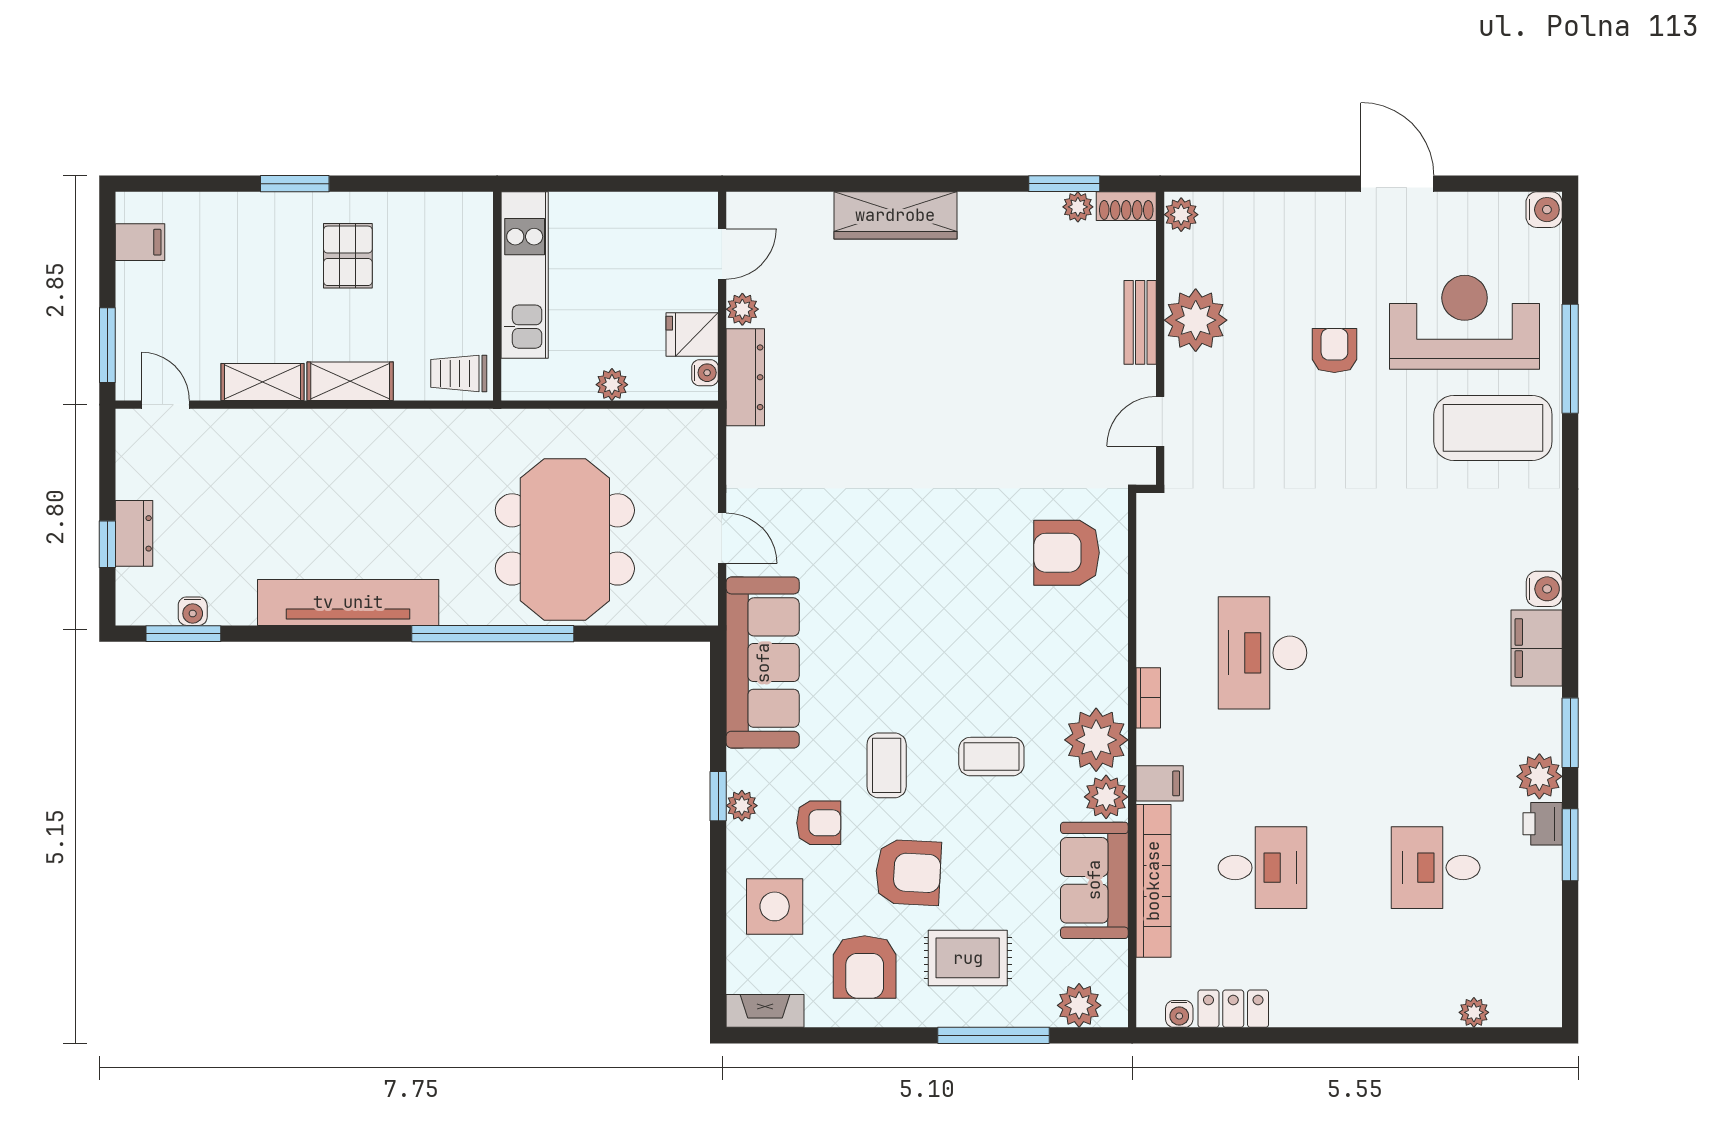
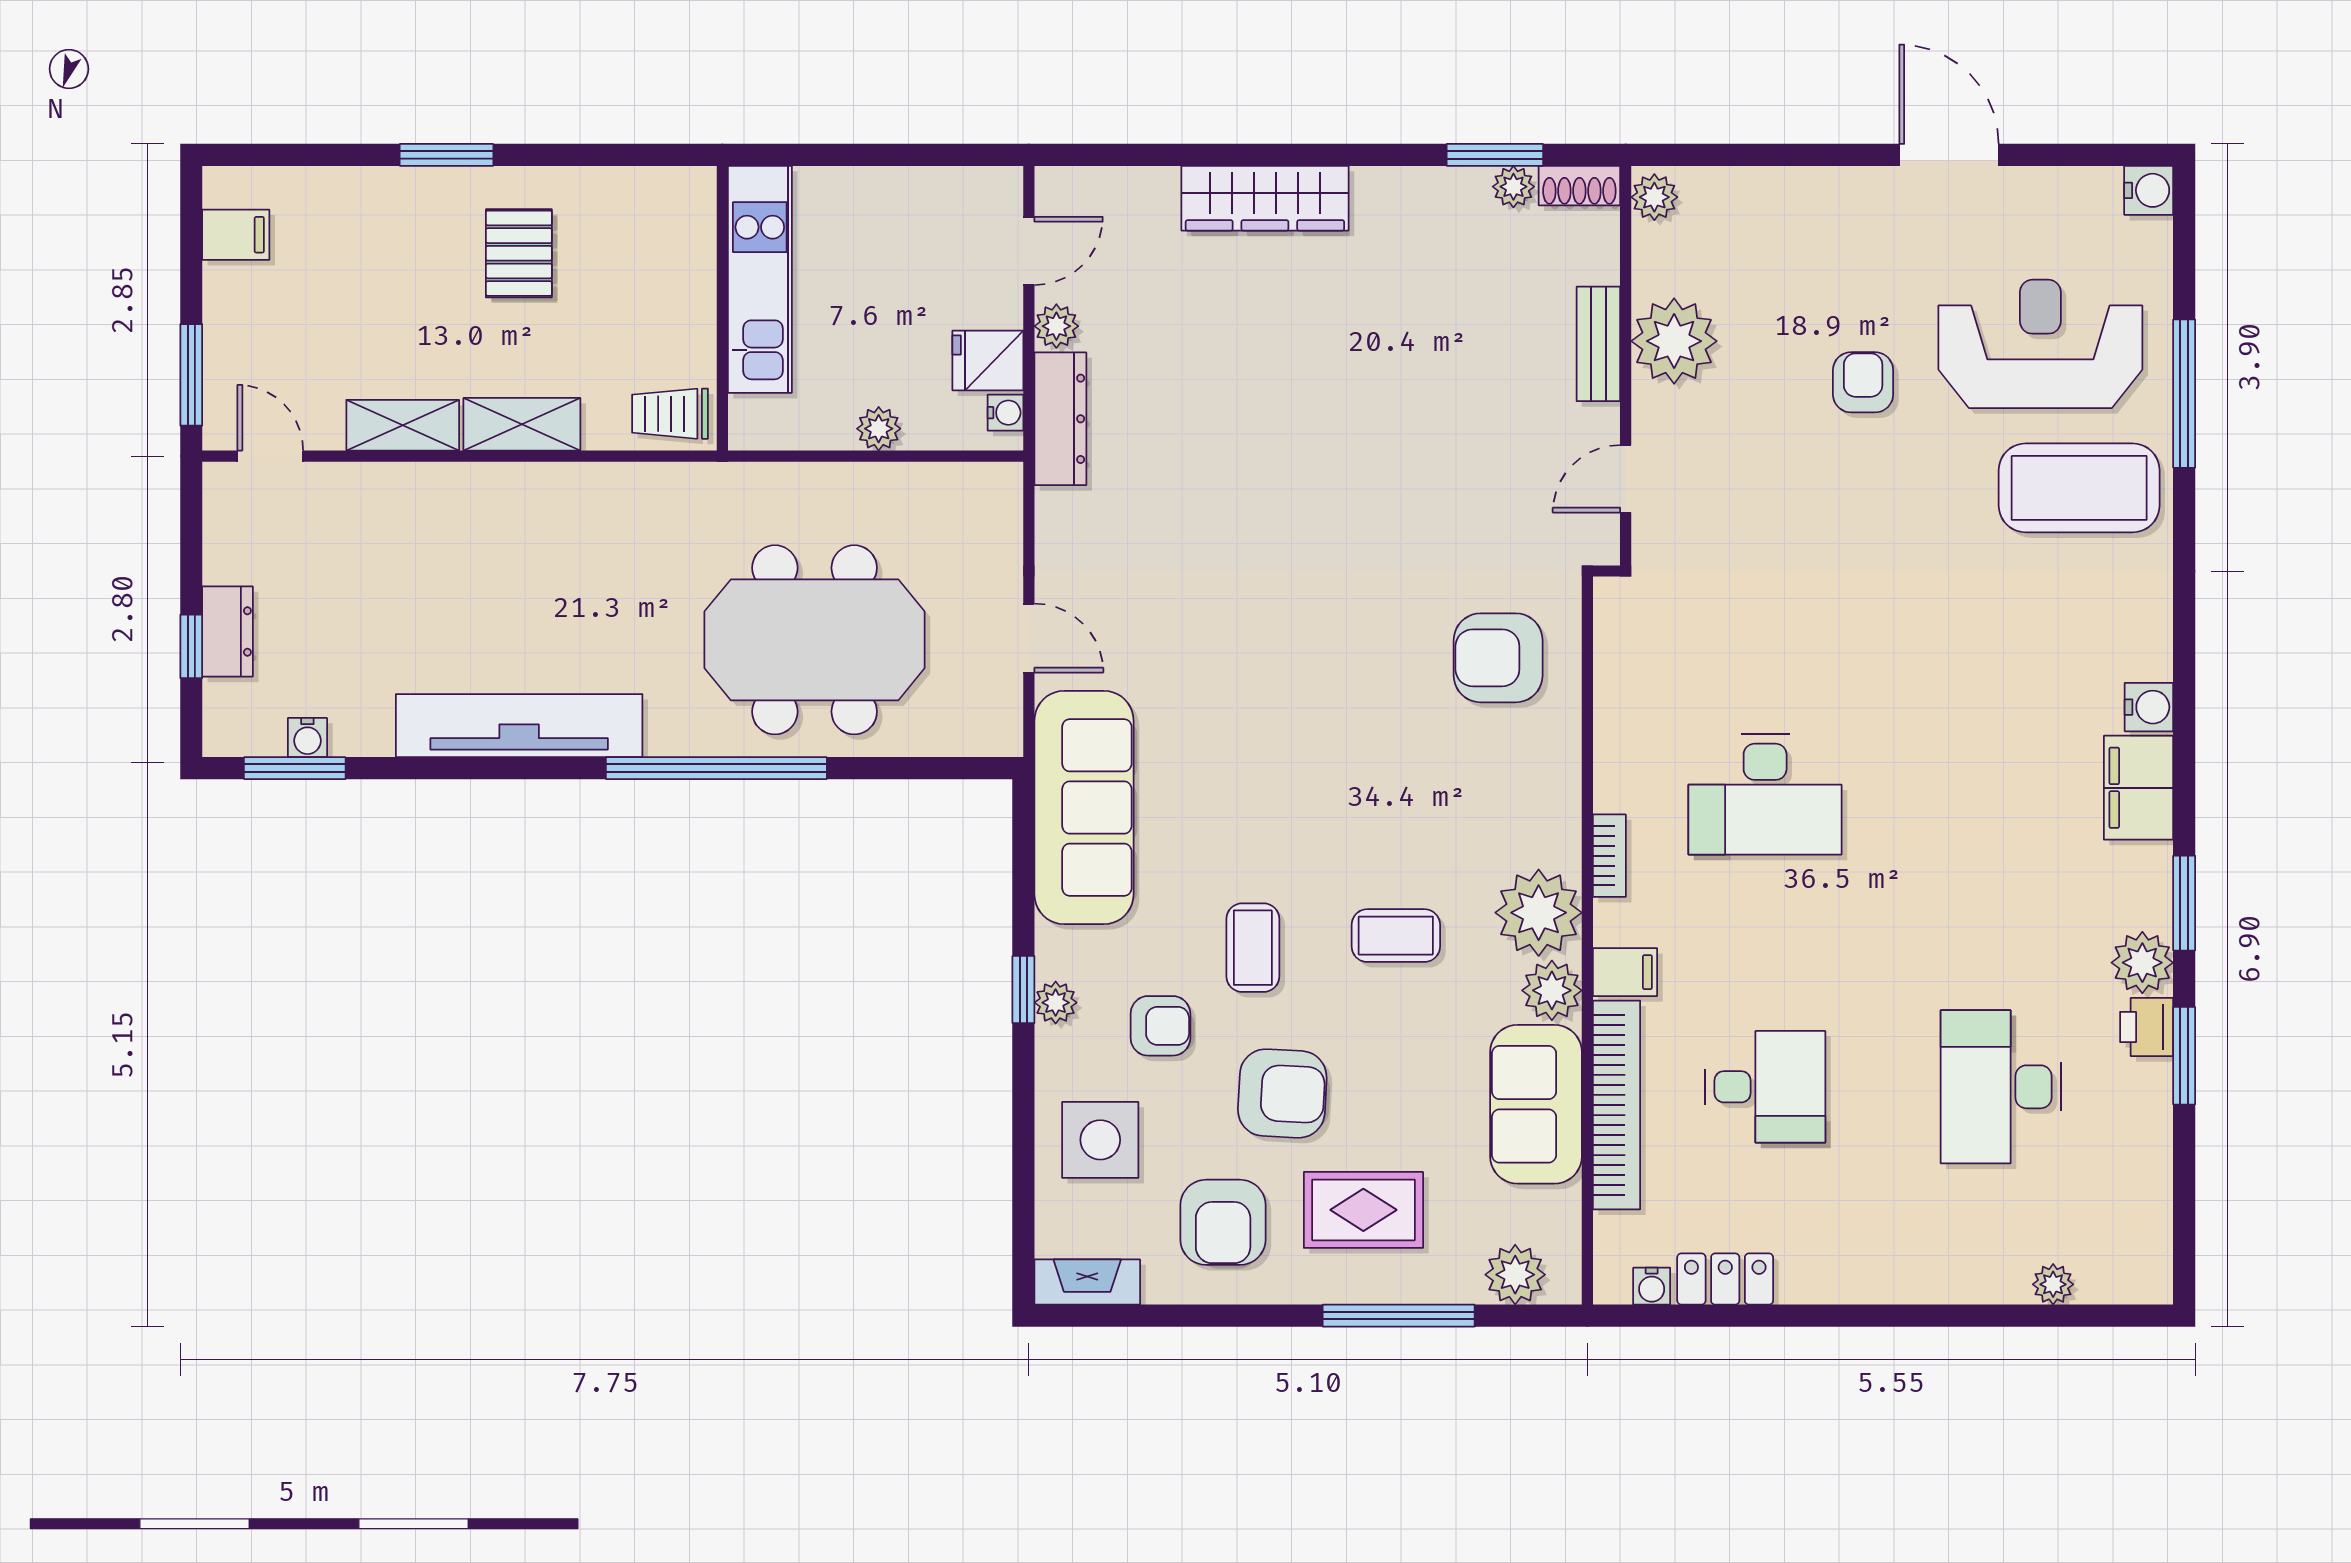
meeting table: (565, 539) -> (815, 640), turned 90
desk: (1262, 653) -> (1765, 794), turned -90
desk: (1436, 868) -> (2001, 1087), width x1.37

